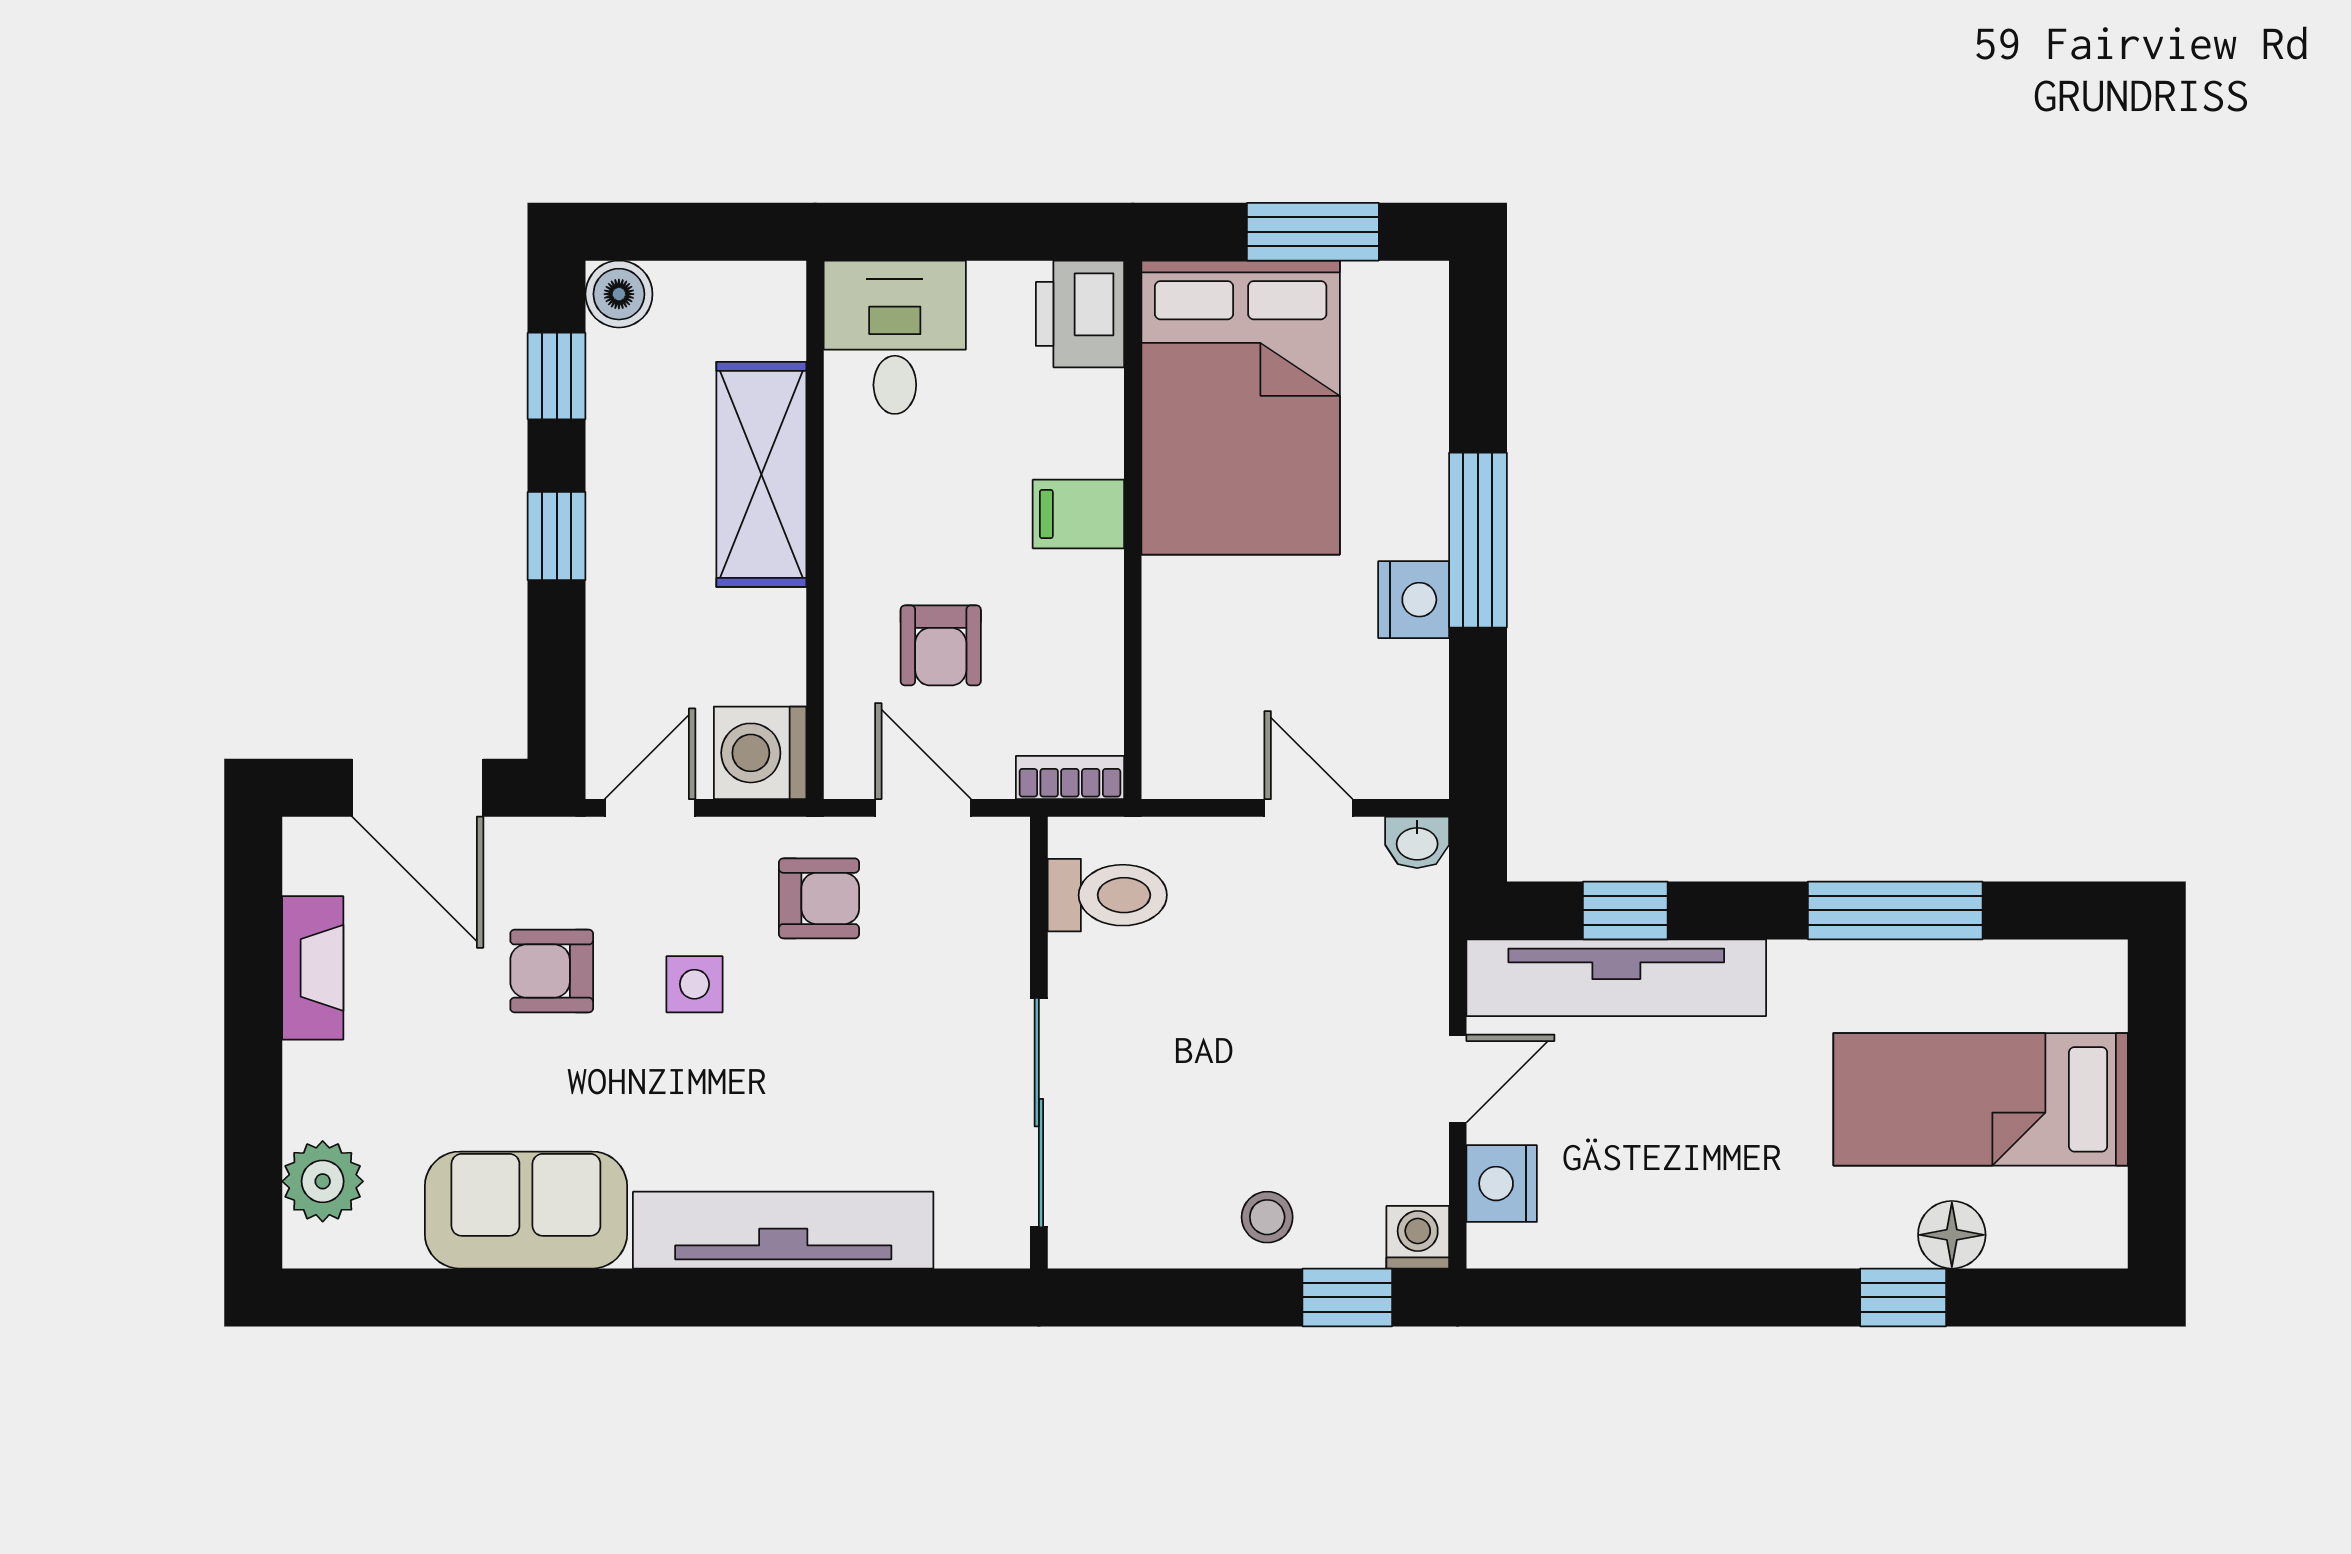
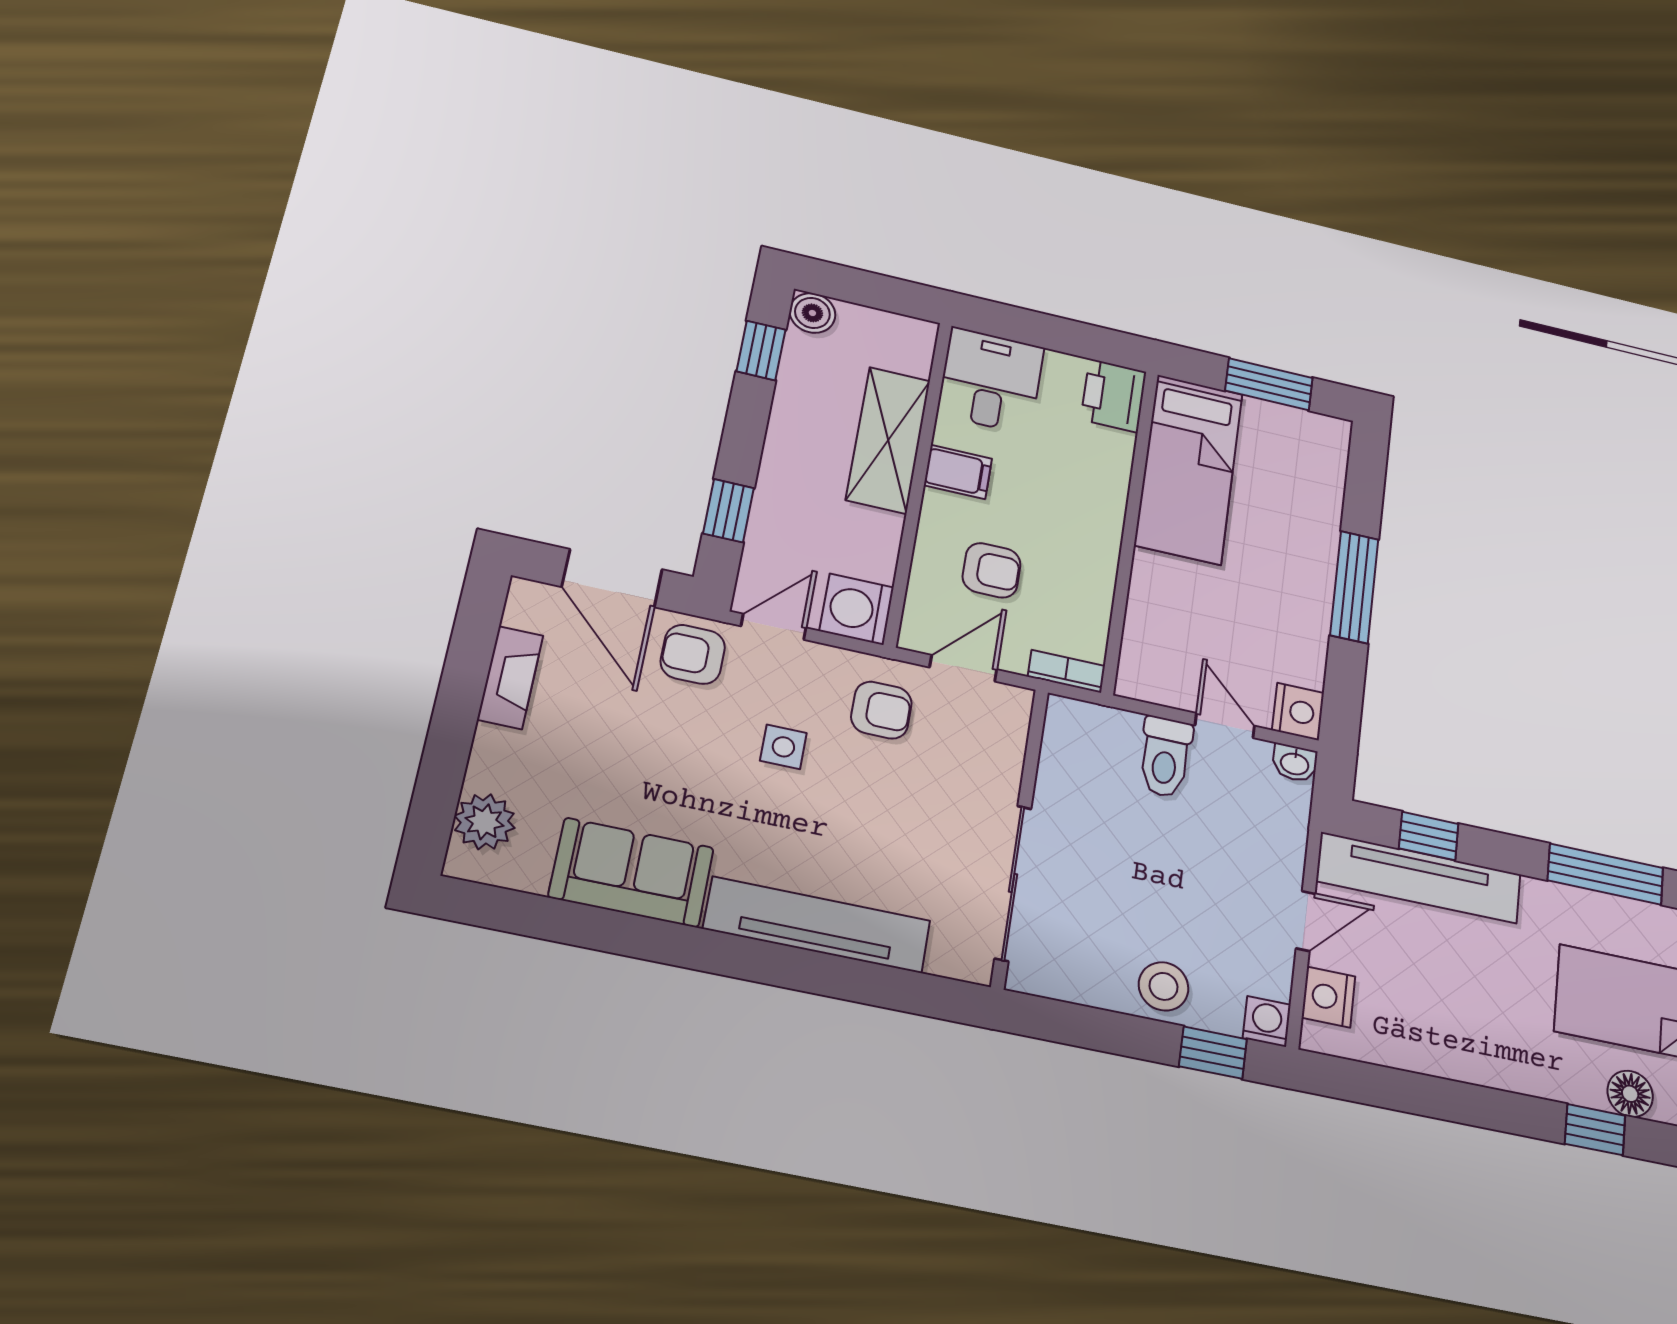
bed: (1241, 408) -> (1189, 469), width x0.67
filing cabinet: (1078, 514) -> (958, 472), moved, turned 180
window: (557, 536) -> (728, 511), moved
nightstand: (1414, 600) -> (1298, 712), moved
armchair: (941, 645) -> (992, 570), turned -90
door: (923, 808) -> (963, 668), hinge flipped
toilet: (1107, 895) -> (1165, 757), moved, turned 90
armchair: (552, 971) -> (693, 654), moved
stool: (1267, 1217) -> (1164, 986), width x1.37, depth x1.37

